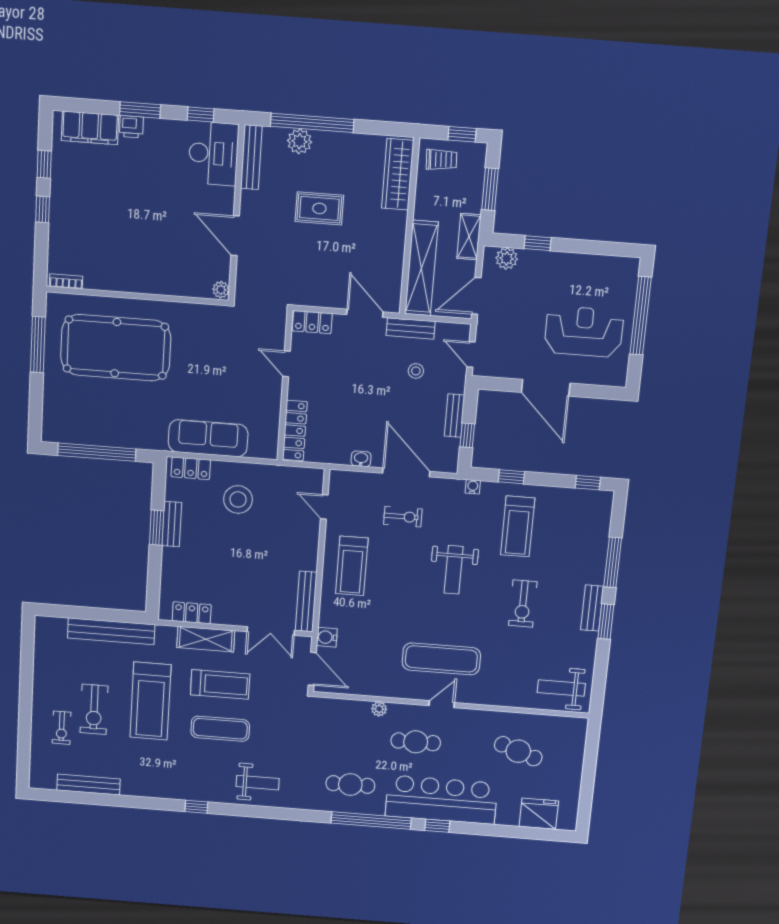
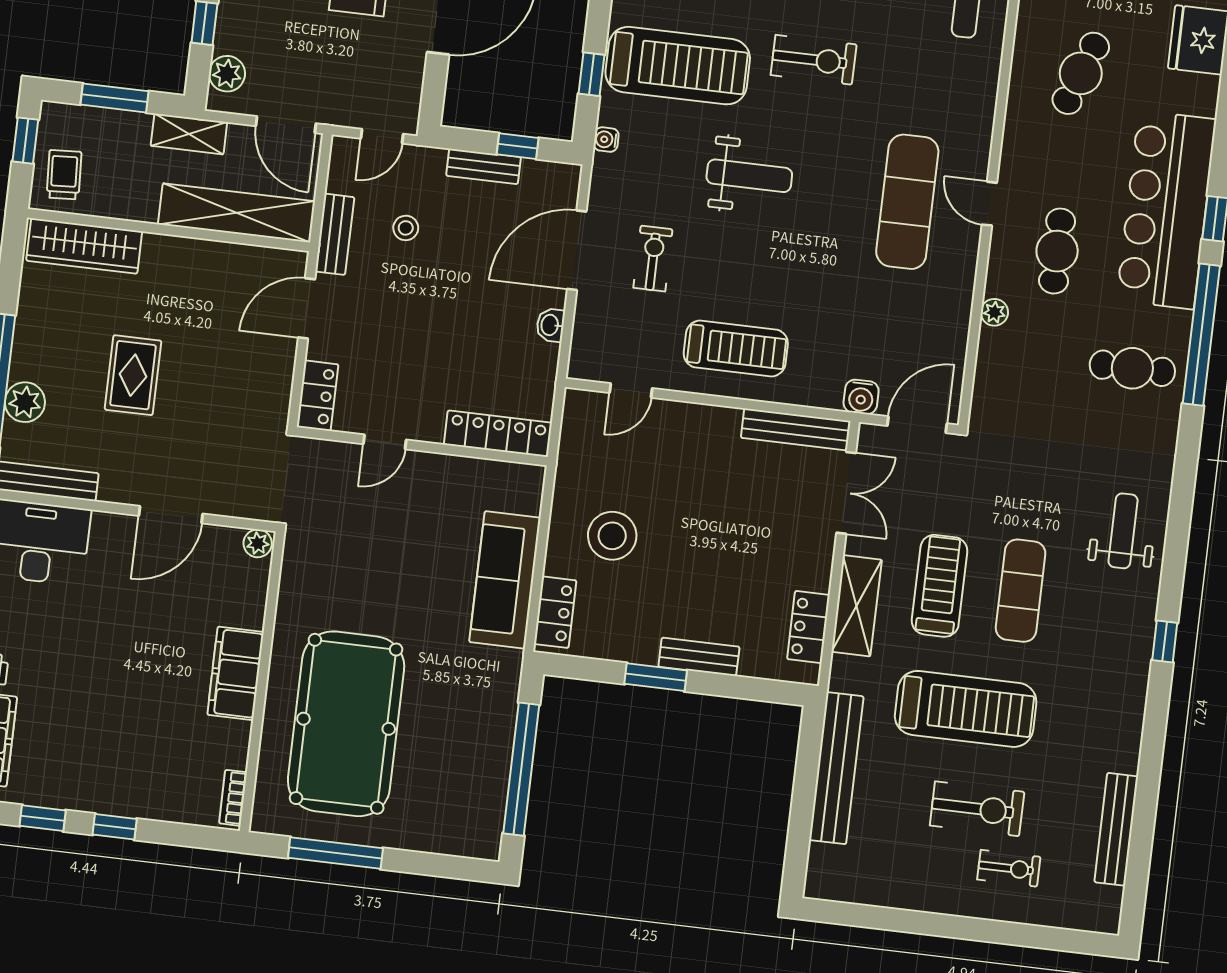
filing cabinet: (141, 280) -> (236, 673), added
bench: (172, 524) -> (699, 657), moved
treadmill: (518, 526) -> (678, 66), width x1.37, depth x1.37
cafe table: (350, 785) -> (1132, 368), turned 90

